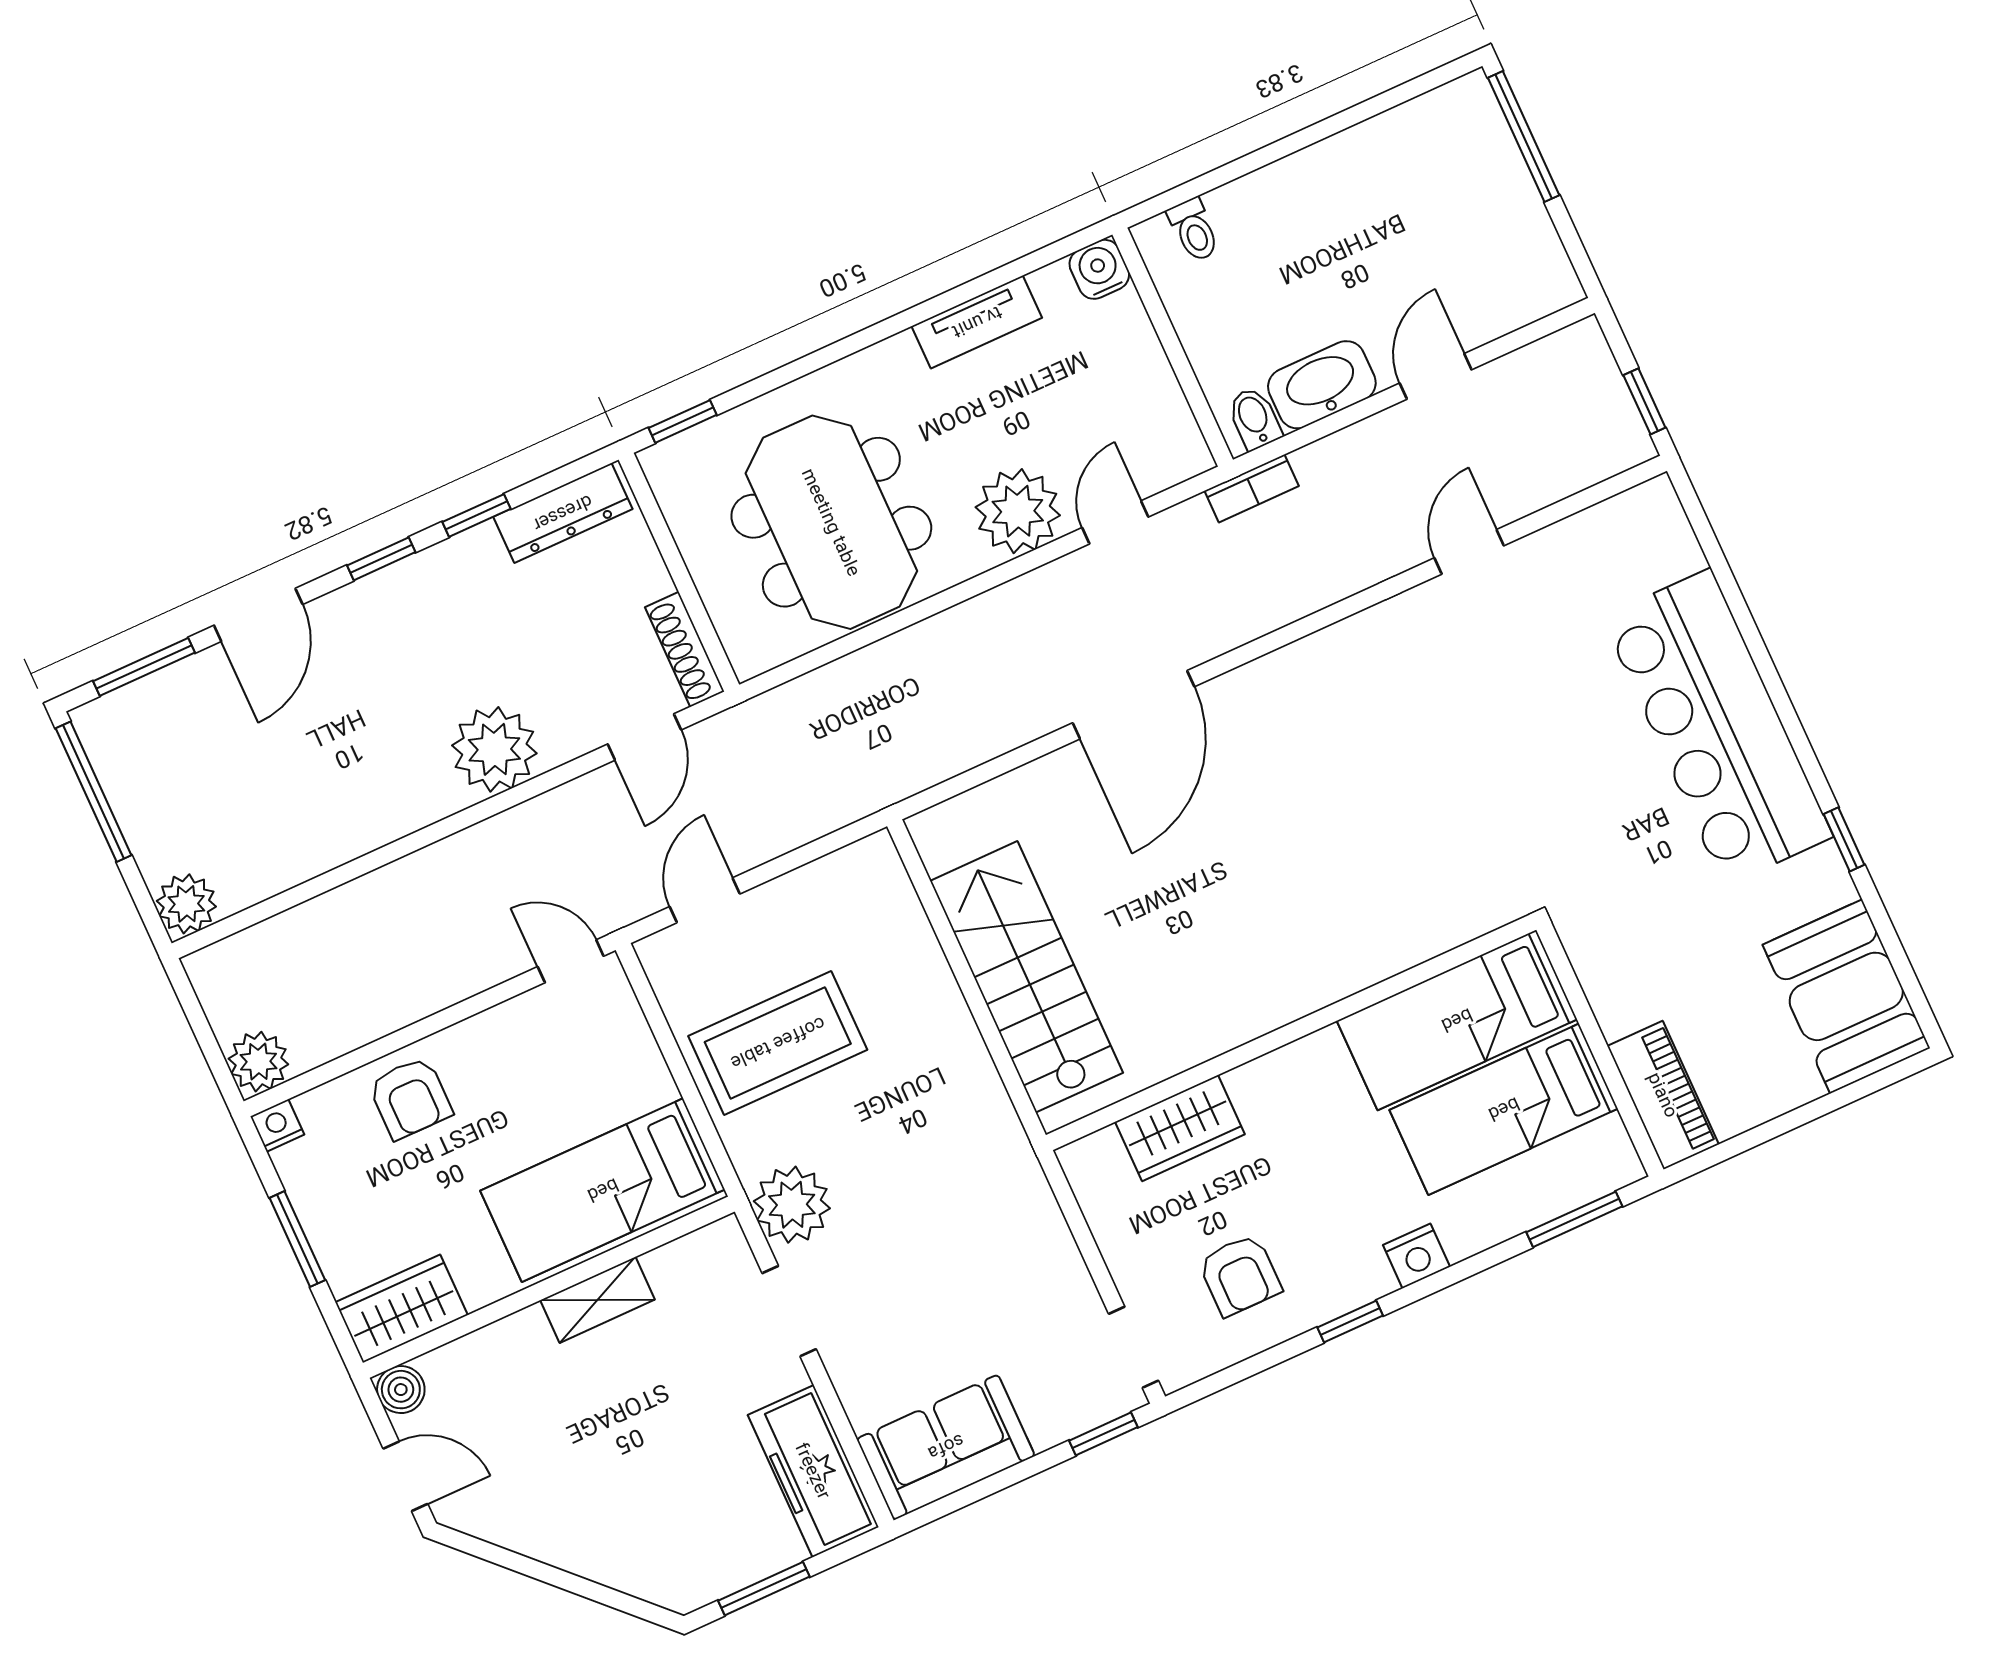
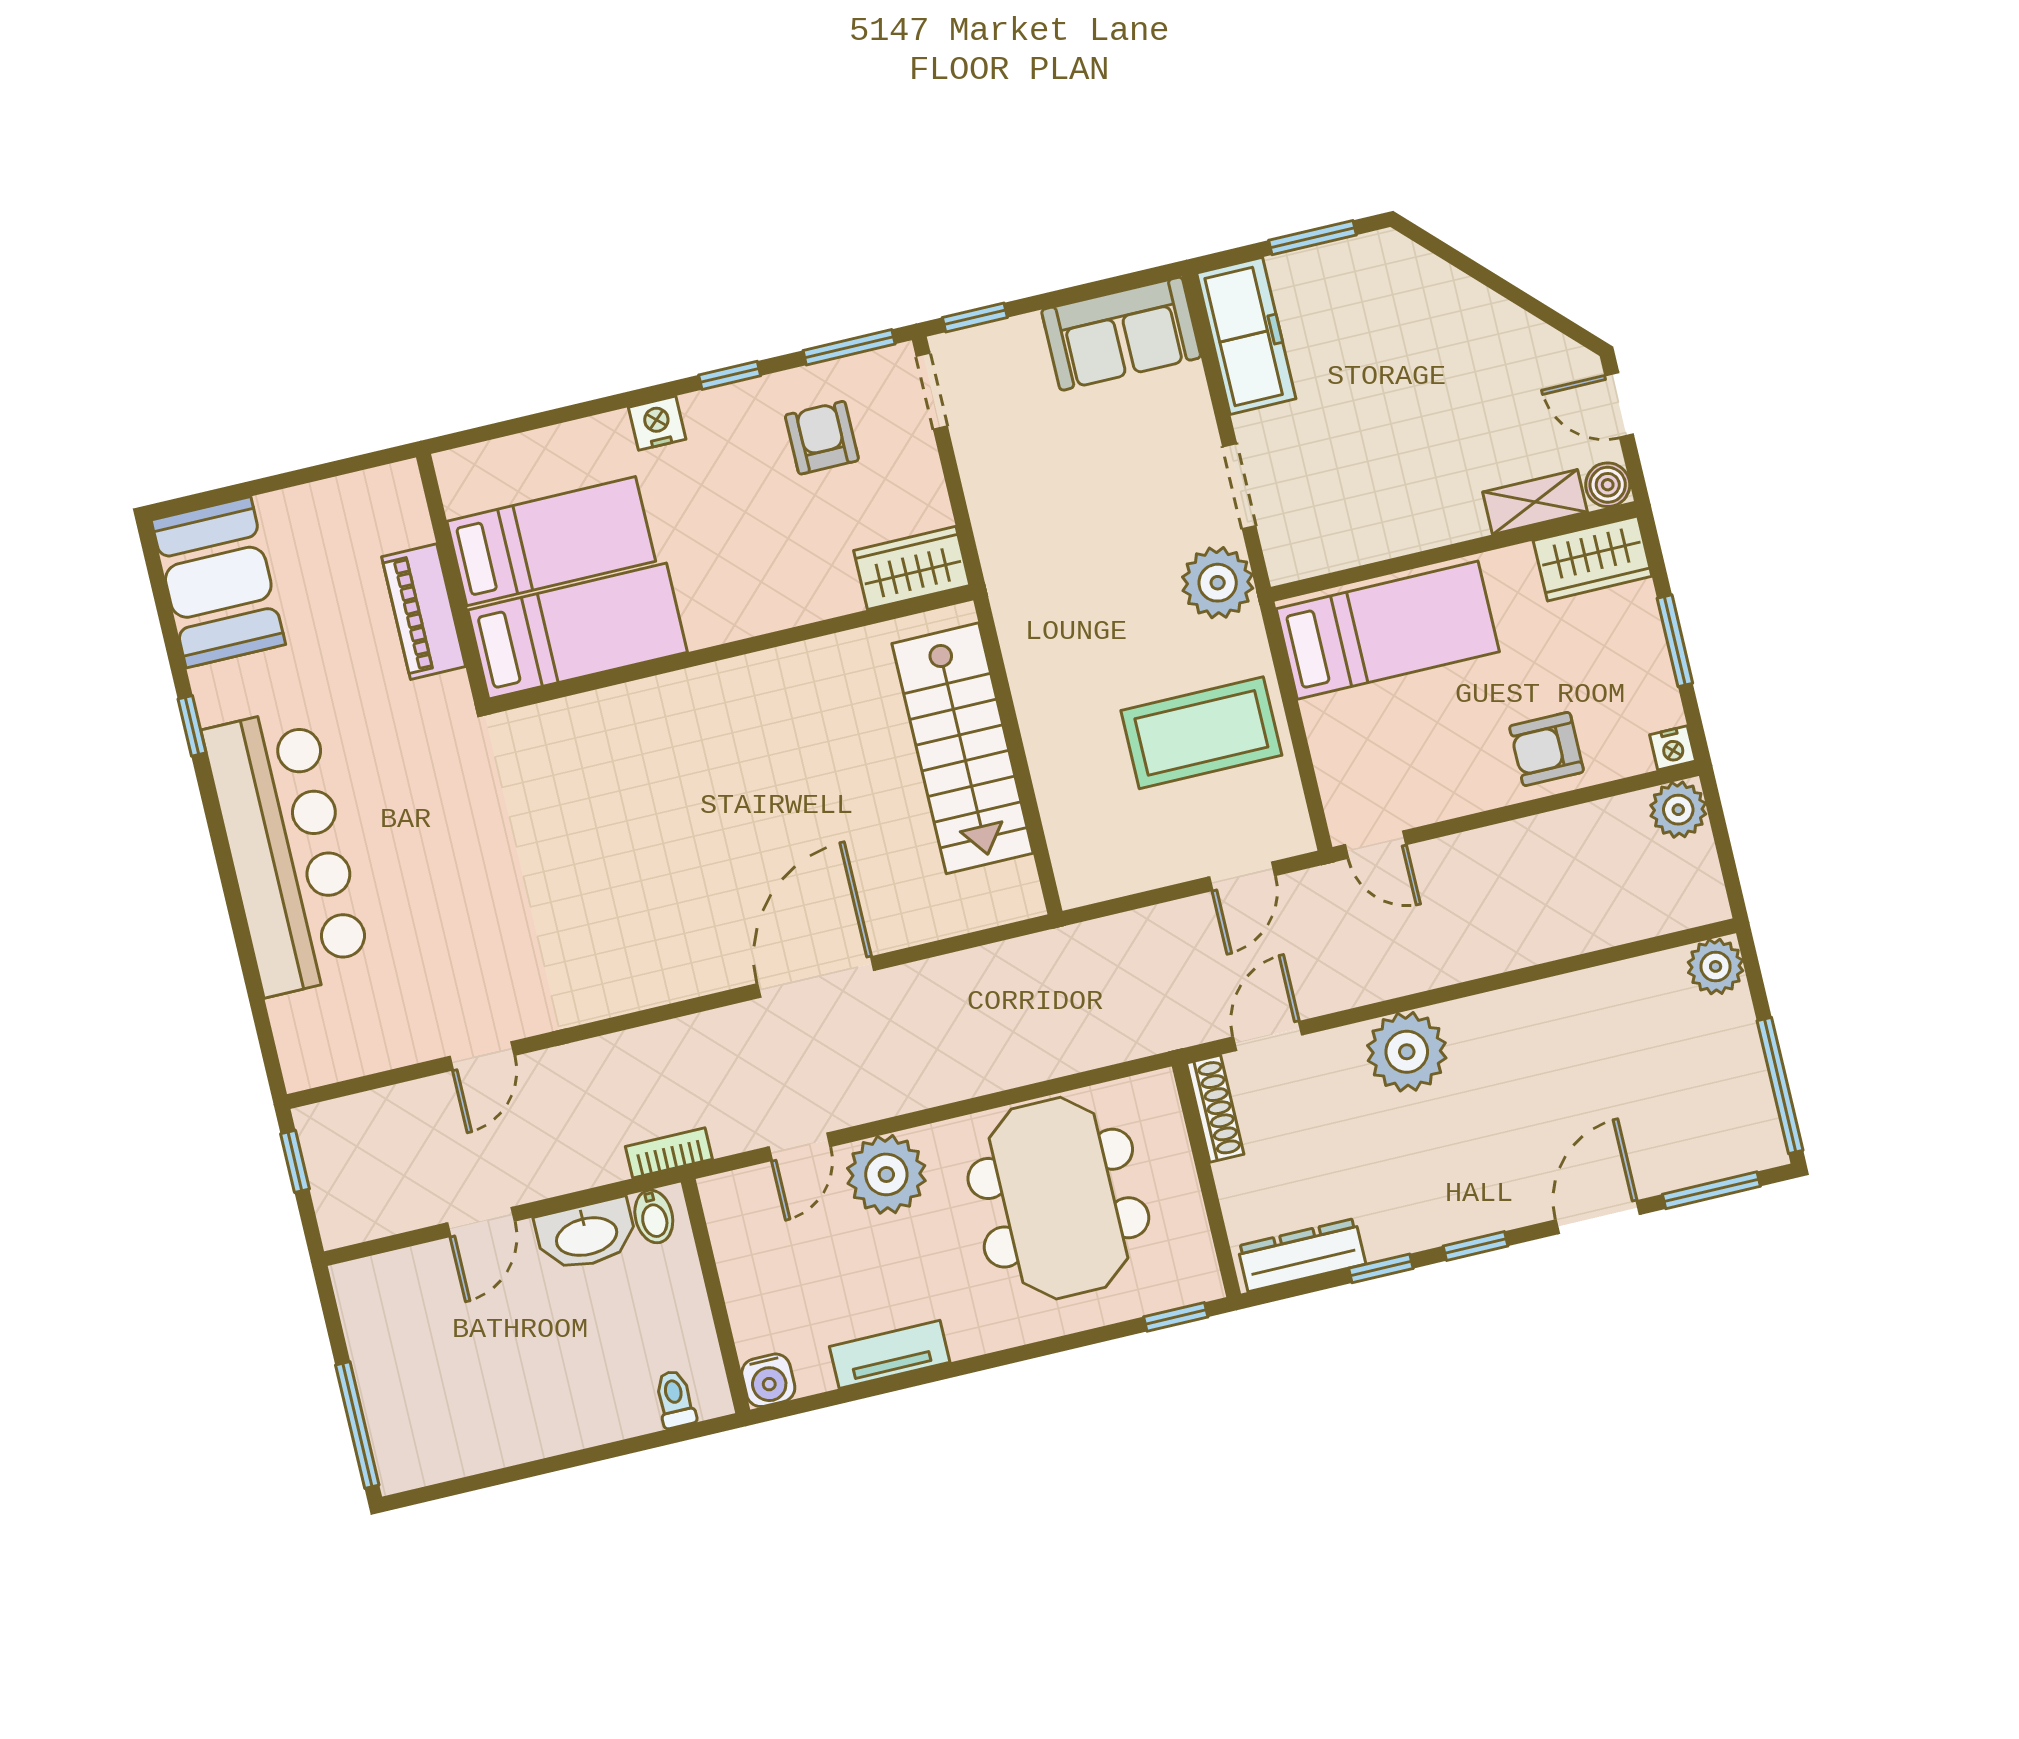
piano: (1663, 1095) -> (424, 612), moved
armchair: (410, 1098) -> (1546, 749), turned -90
wardrobe: (1180, 1128) -> (912, 568), moved
window: (1574, 1219) -> (849, 347), moved
shelving: (597, 1300) -> (1535, 502), moved

